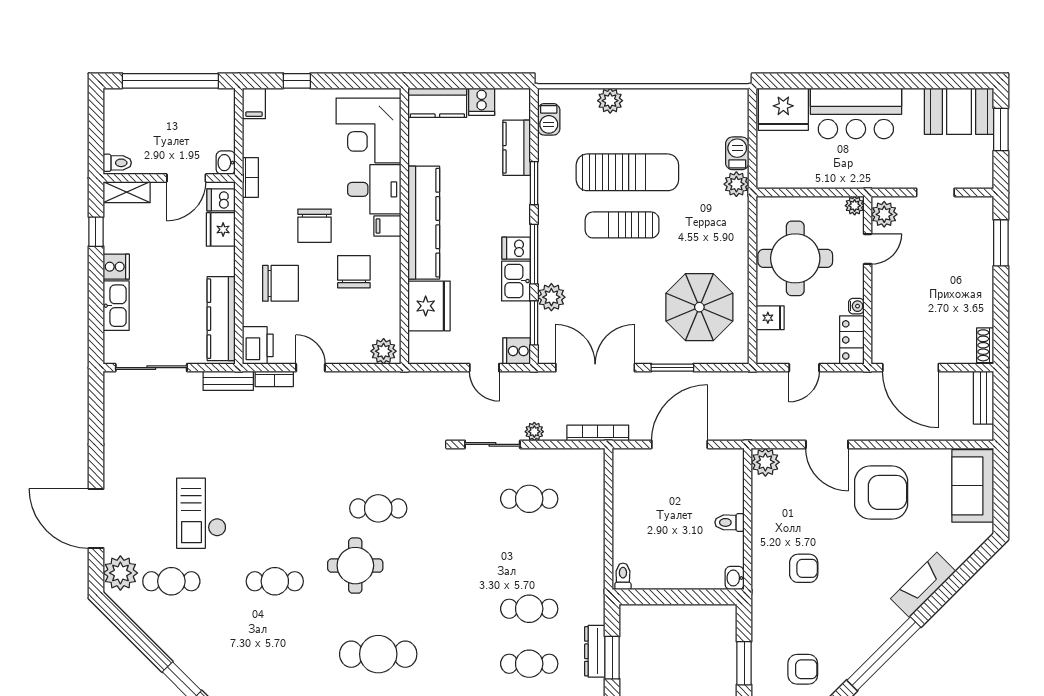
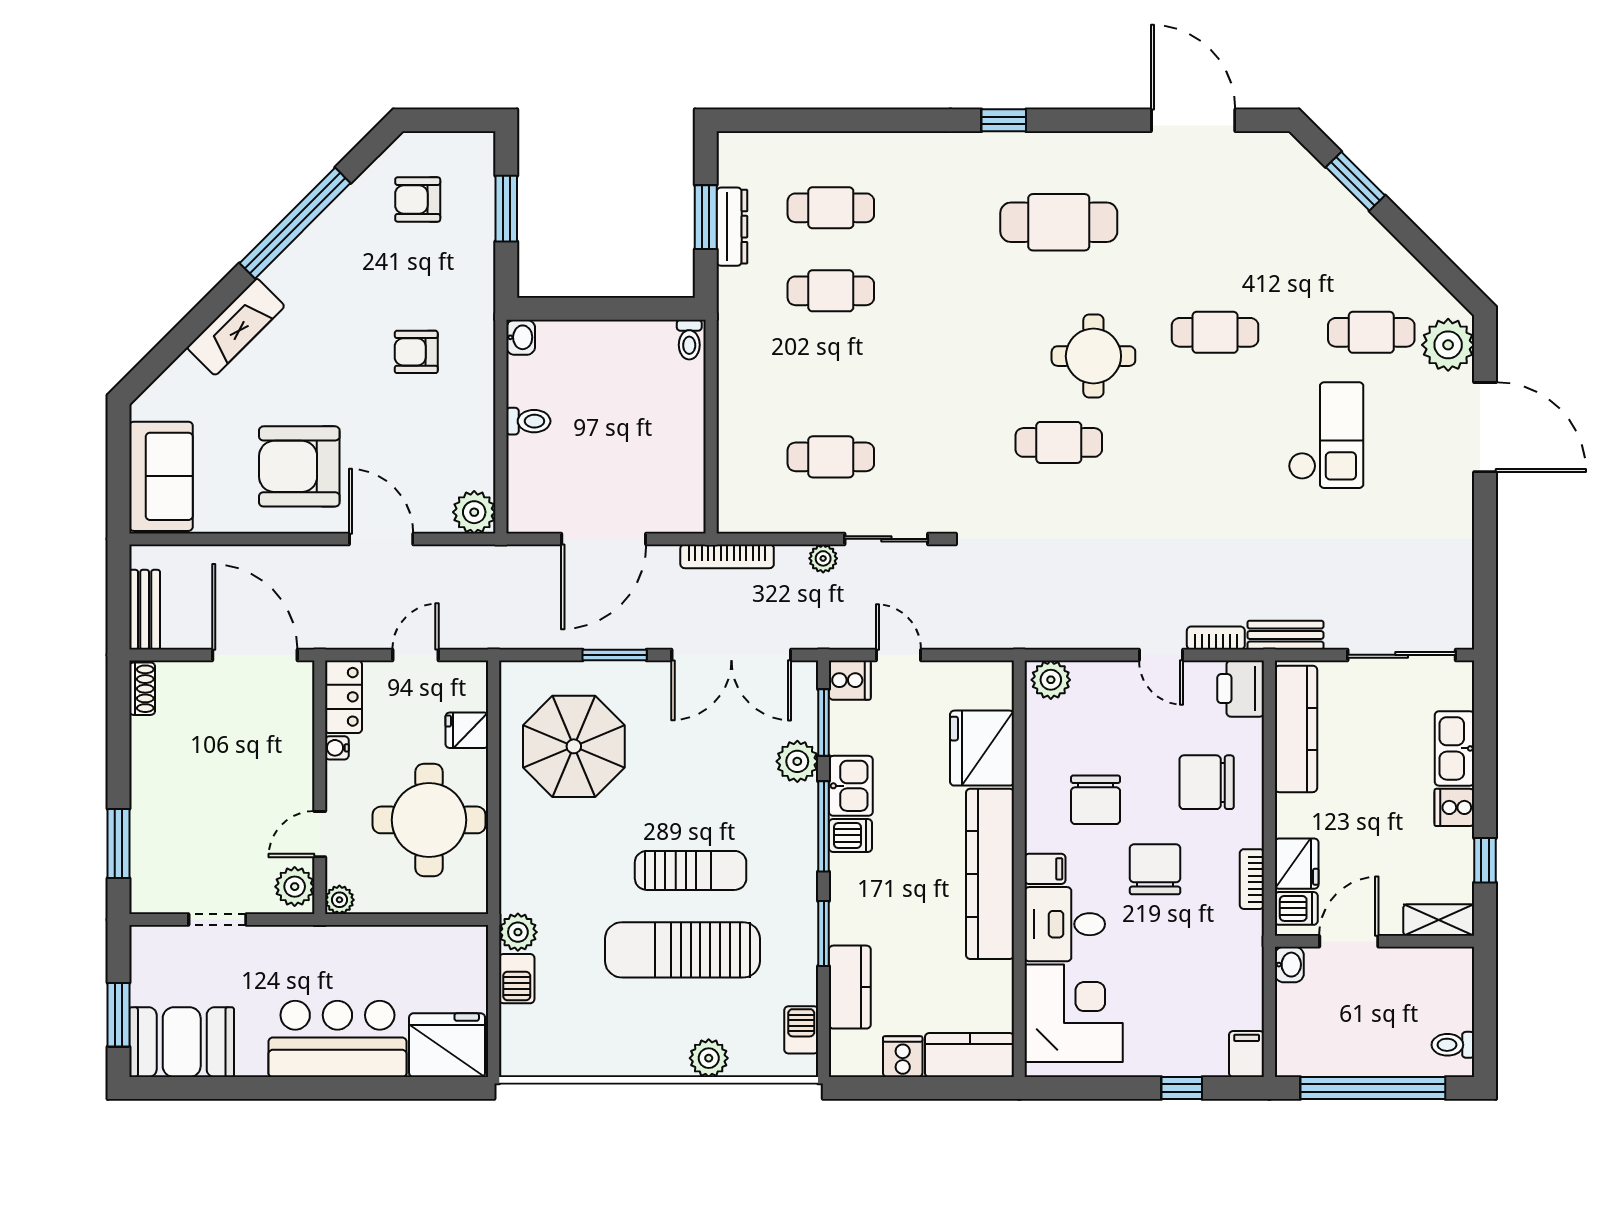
toilet: (117, 163) -> (1453, 1045), moved
bookcase: (250, 177) -> (1252, 879), moved

